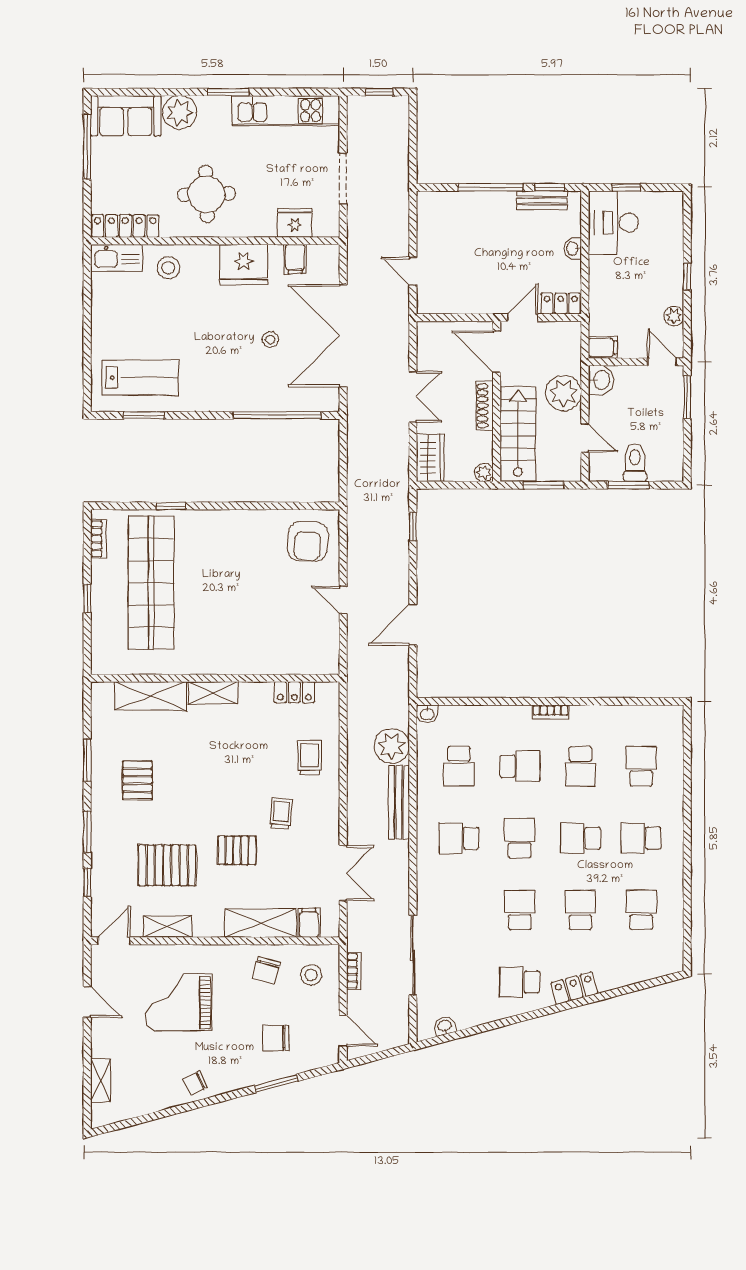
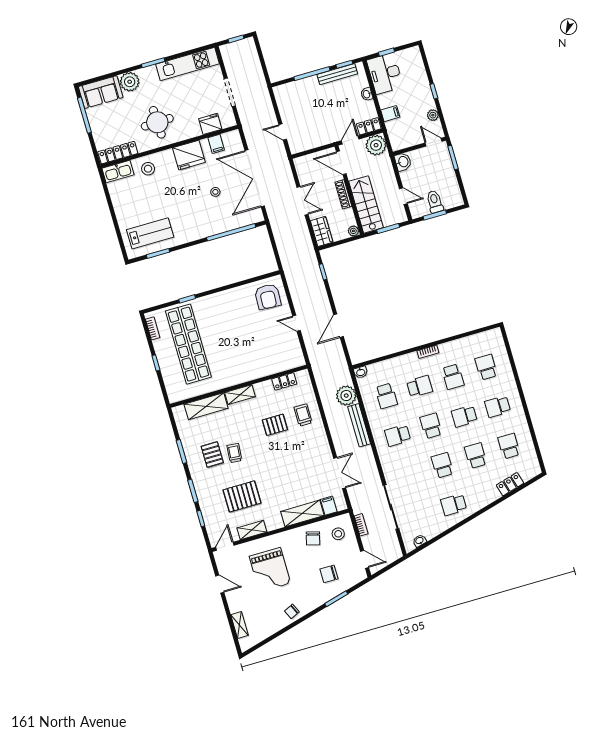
bench: (542, 200) -> (337, 74), width x1.36
filing cabinet: (603, 347) -> (390, 114), moved
plant: (564, 393) -> (376, 145), moved
trolley: (281, 814) -> (234, 453), moved
pallet: (237, 850) -> (275, 425), moved
locker: (574, 988) -> (510, 484), moved
grand piano: (179, 1002) -> (270, 570), turned -90

